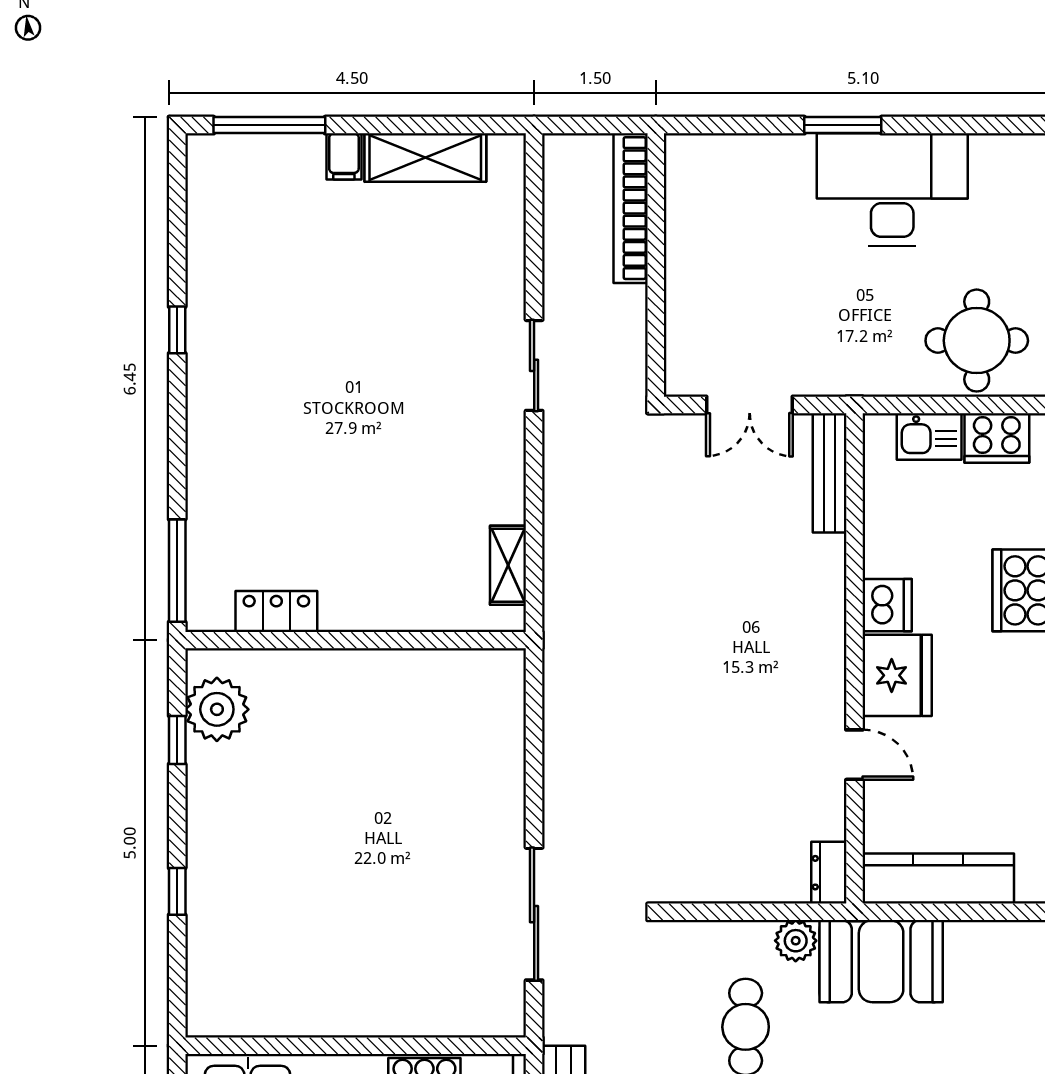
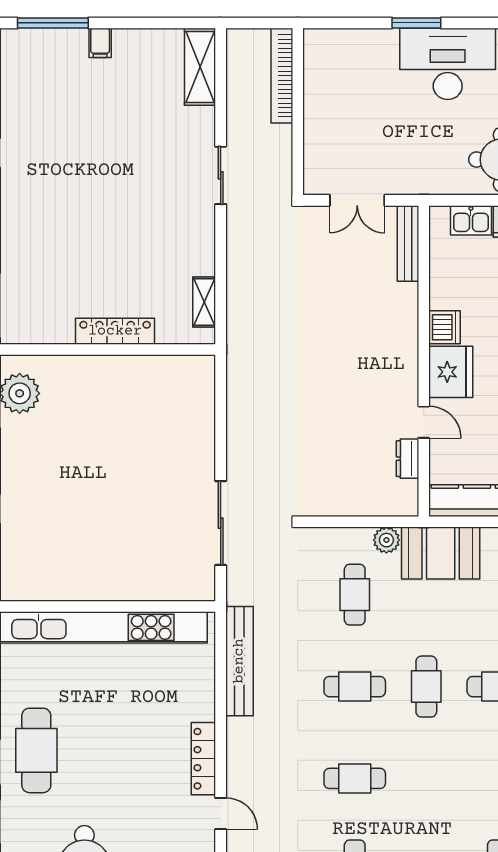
shelving: (425, 157) -> (200, 67), moved, turned 90
locker: (276, 611) -> (115, 331), moved, width x1.53
dresser: (829, 873) -> (407, 459), moved

